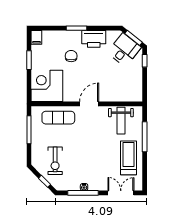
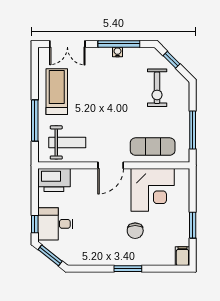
printer: (94, 39) -> (54, 180), moved, turned 180
desk: (124, 50) -> (55, 224), moved, turned 52
corner desk: (47, 86) -> (153, 190), moved
weight bench: (121, 121) -> (67, 142), turned 90
treadmill: (129, 158) -> (57, 92), turned 180
exercise bike: (55, 161) -> (157, 88), turned 180

